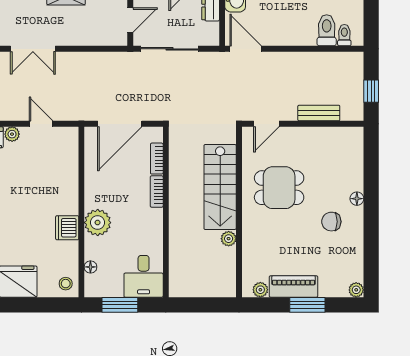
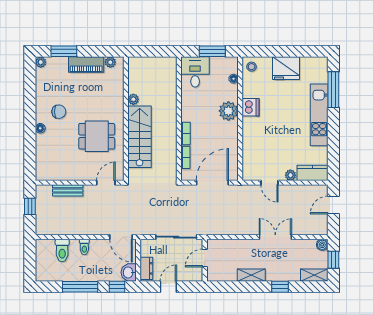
toilet: (344, 35) -> (84, 247), moved
window: (307, 305) -> (64, 51), moved

